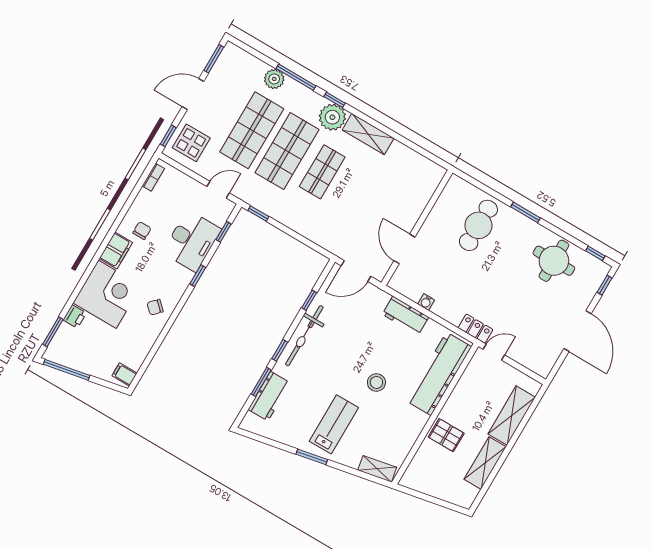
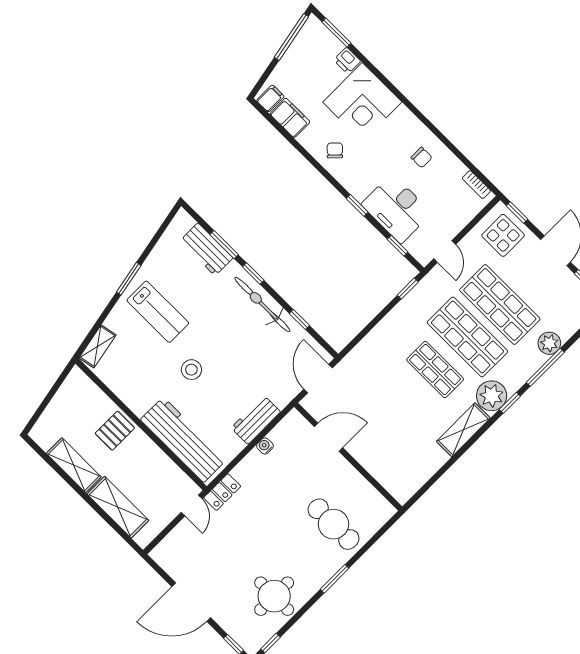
filing cabinet: (116, 250) -> (290, 118), moved, turned 180

